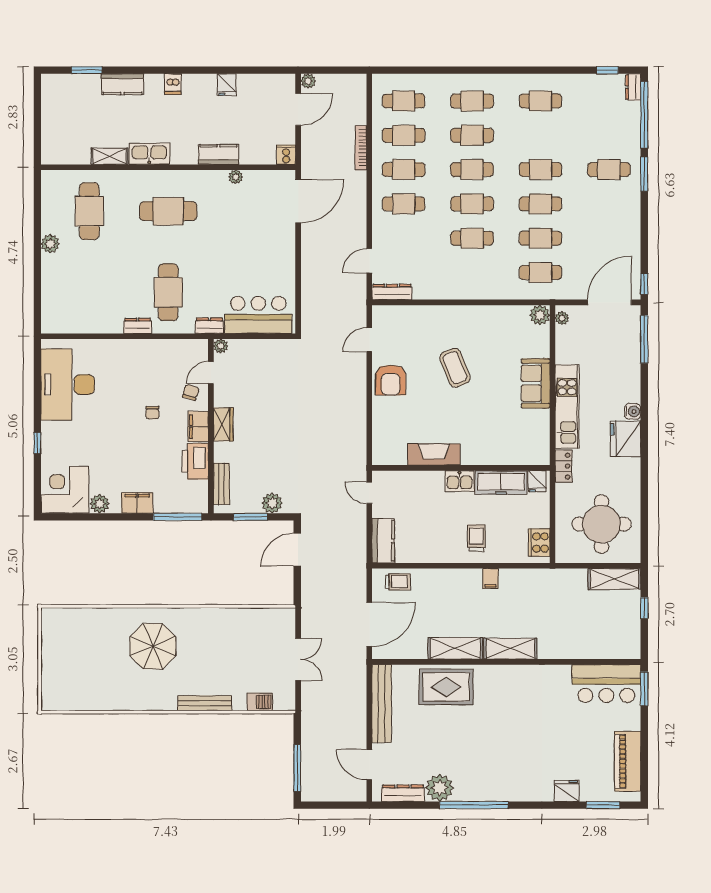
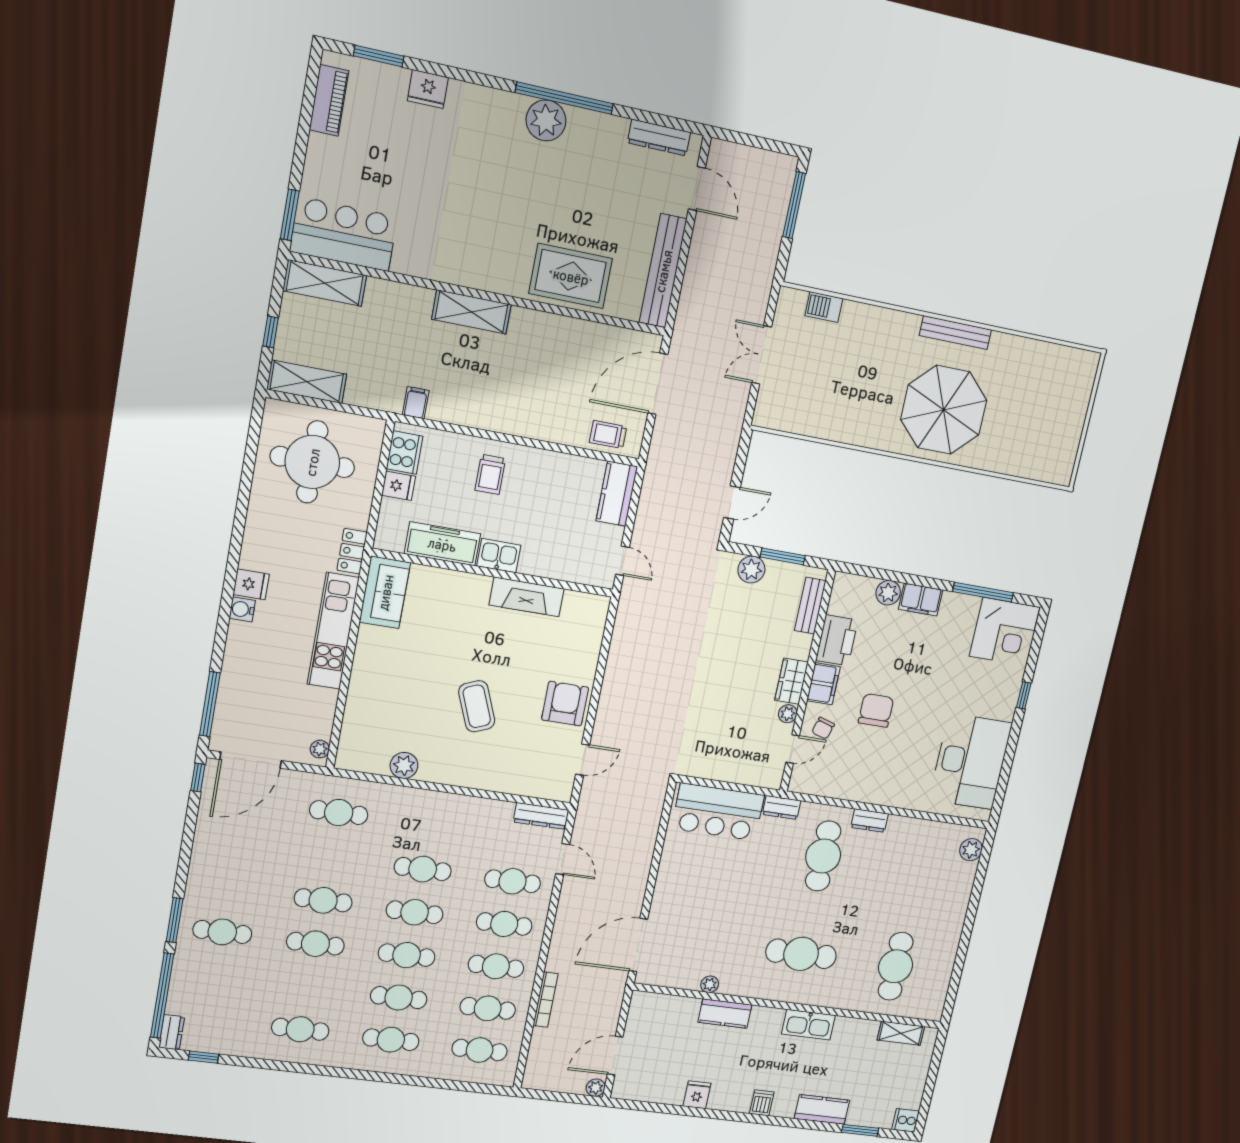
cooker: (286, 155) -> (905, 1120), moved, turned 90
shelving: (109, 156) -> (901, 1033), moved
cafe table: (541, 238) -> (513, 881), moved
plant: (50, 244) -> (971, 850), moved
door: (369, 261) -> (563, 859), hinge flipped
plant: (540, 315) -> (404, 765), moved
plant: (221, 346) -> (788, 714), moved
sofa: (536, 383) -> (385, 592), moved
chair: (152, 413) -> (876, 710), width x1.87, depth x1.87
fridge: (626, 439) -> (251, 584), width x0.53, depth x0.75
fridge: (537, 481) -> (399, 486), moved, turned 90
plant: (100, 504) -> (888, 593), moved
window: (178, 517) -> (983, 592), moved
door: (297, 550) -> (732, 502), width x0.73
filing cabinet: (490, 579) -> (416, 403), moved
parasol: (153, 646) -> (944, 410), width x1.36, depth x1.36
shelving: (455, 648) -> (325, 283), moved
bench: (205, 703) -> (955, 333), moved
piano: (628, 761) -> (329, 100), width x0.73, depth x0.75
plant: (440, 788) -> (546, 120), moved

